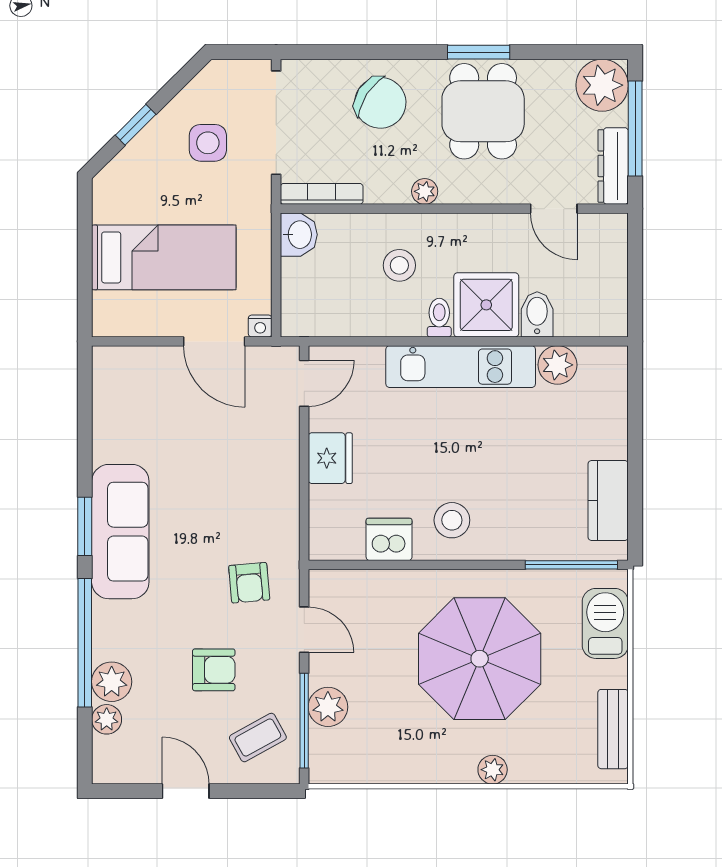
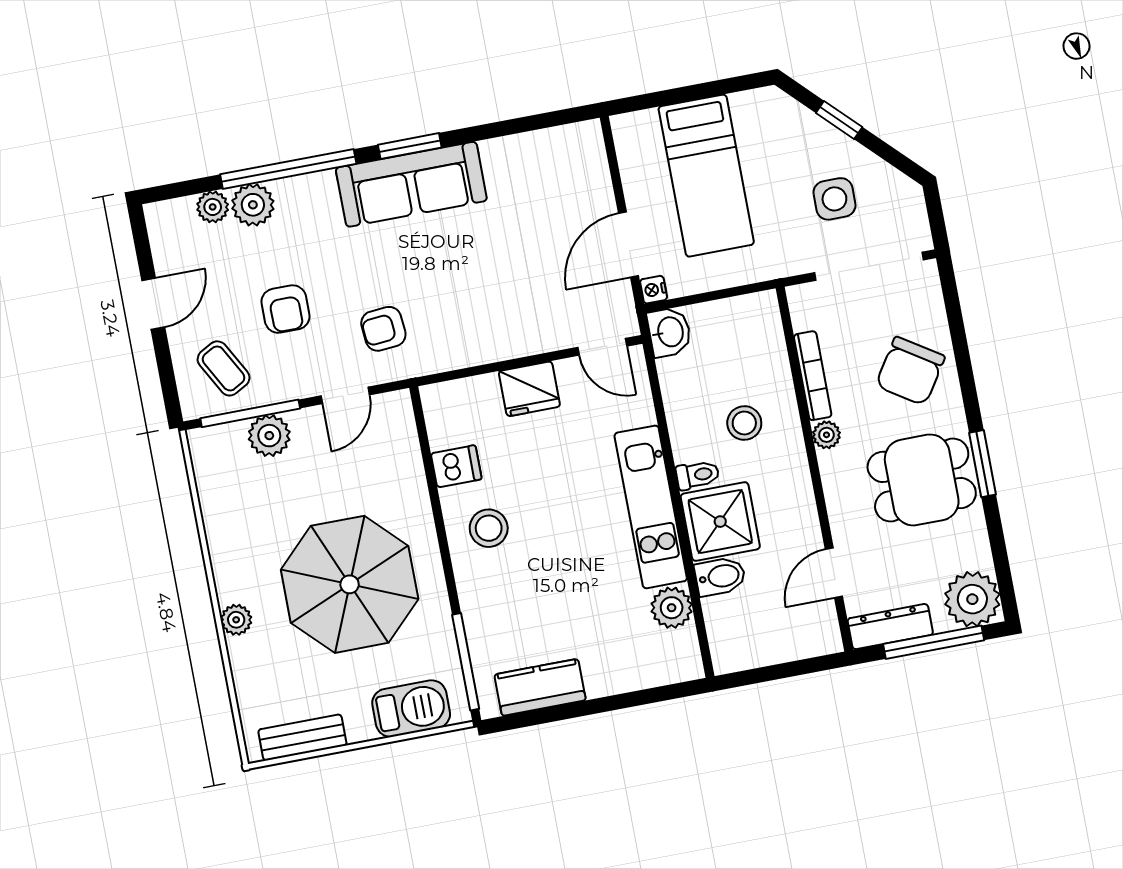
bookcase: (322, 194) -> (813, 376), moved
washbasin: (299, 235) -> (669, 332), moved, turned -90
dishwasher: (389, 539) -> (456, 466), width x0.73

